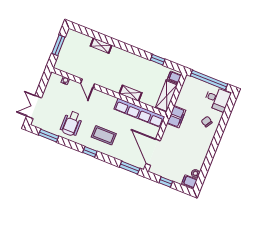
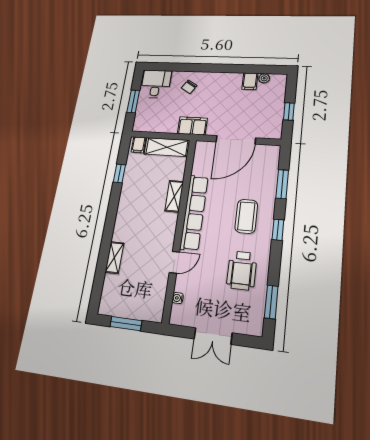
window: (209, 80) -> (133, 101), width x0.47
double door: (34, 107) -> (213, 336), moved
row of seats: (139, 113) -> (194, 212), moved
wheelchair: (71, 123) -> (242, 270), turned 90
door: (153, 152) -> (236, 140), moved
window: (130, 168) -> (282, 184), moved
filing cabinet: (190, 181) -> (250, 81), moved

